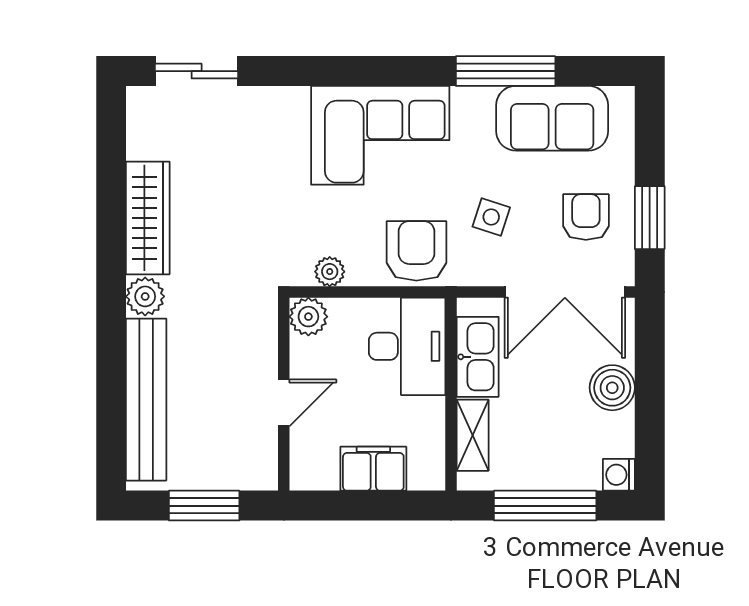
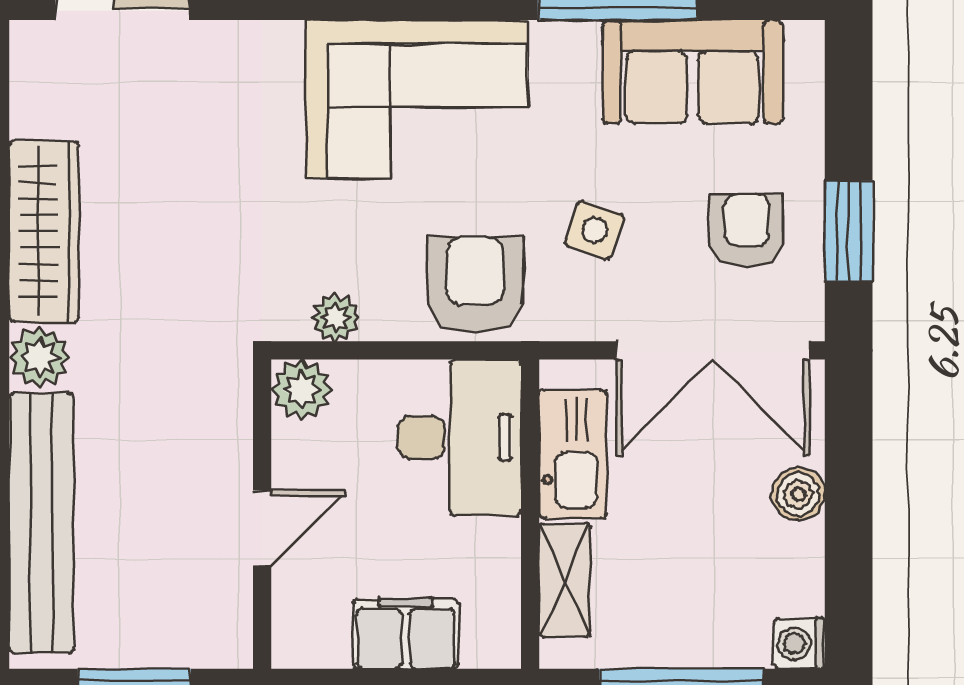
boiler: (612, 388) -> (798, 494), width x0.73, depth x0.73

